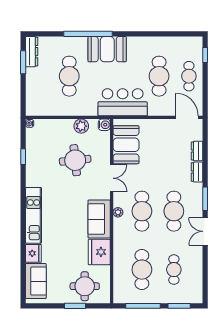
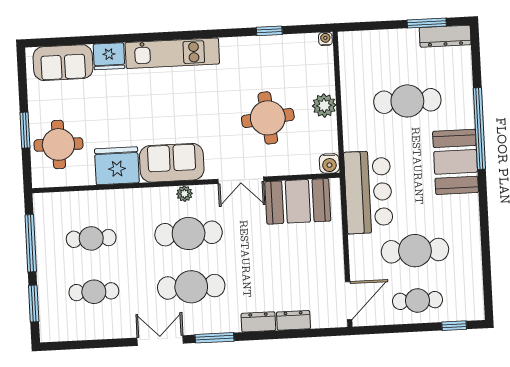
plant: (81, 126) -> (324, 106), moved
cafe table: (142, 270) -> (91, 238), width x0.73, depth x0.74

